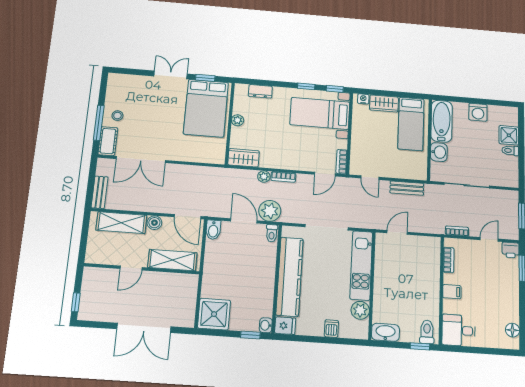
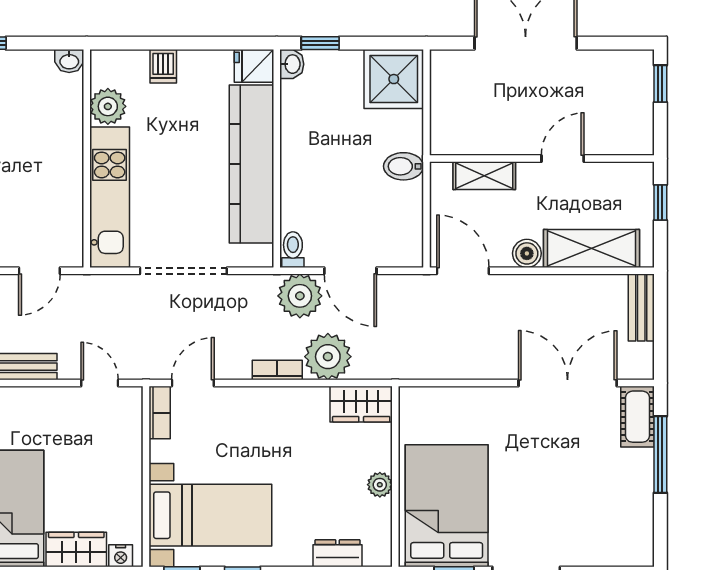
stool: (117, 116) -> (625, 473), removed
plant: (264, 176) -> (328, 357), width x1.87, depth x1.87
bidet: (213, 230) -> (404, 166), moved, turned -90
window: (83, 243) -> (660, 203), added
shelving: (172, 260) -> (484, 176), width x0.67, depth x0.75
washbasin: (385, 332) -> (69, 61), width x0.52, depth x0.69

